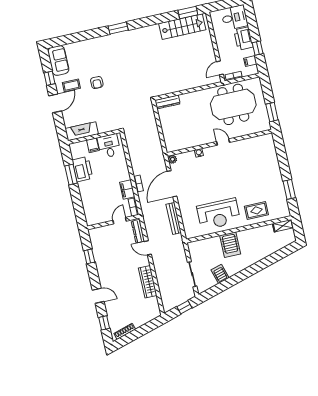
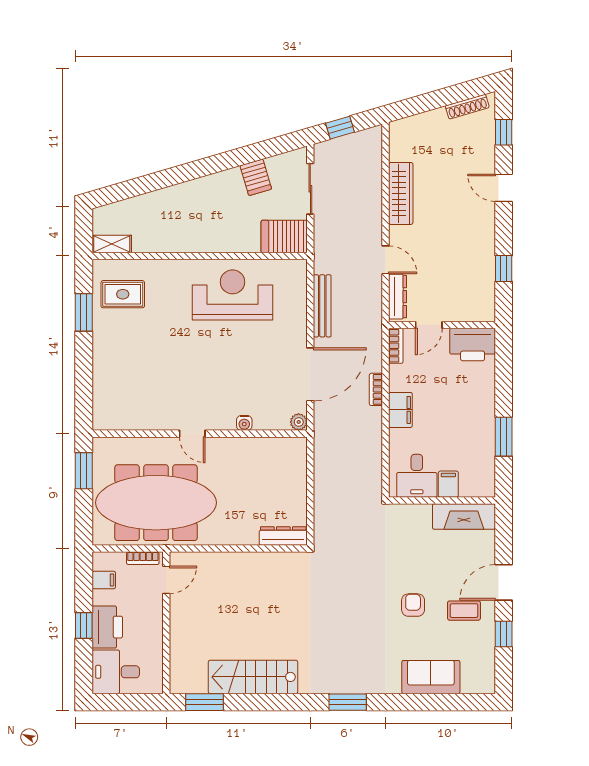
stairs: (182, 27) -> (253, 677), moved
window: (258, 48) -> (84, 626), moved
sofa: (58, 61) -> (431, 677), moved, turned 90
meeting table: (233, 104) -> (156, 503), width x1.36
printer: (82, 169) -> (473, 344), moved, turned -90
filing cabinet: (127, 189) -> (400, 410), moved
rug: (256, 210) -> (123, 294), moved
server rack: (230, 245) -> (284, 236), moved, turned -90

